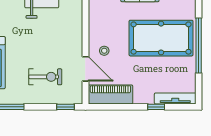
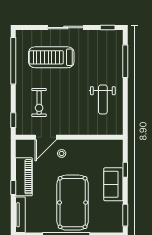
piano: (110, 94) -> (24, 177), moved
window: (156, 107) -> (13, 188), moved

